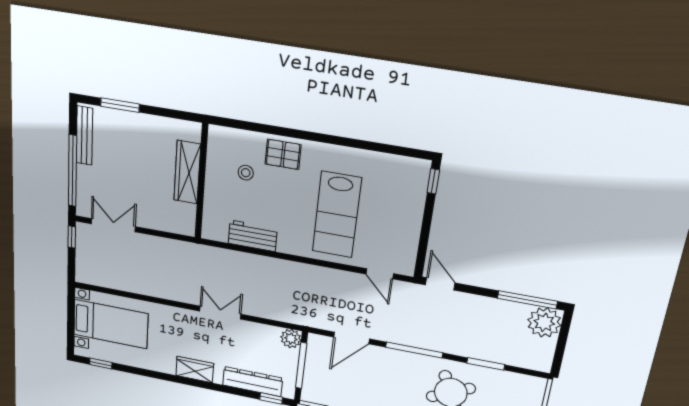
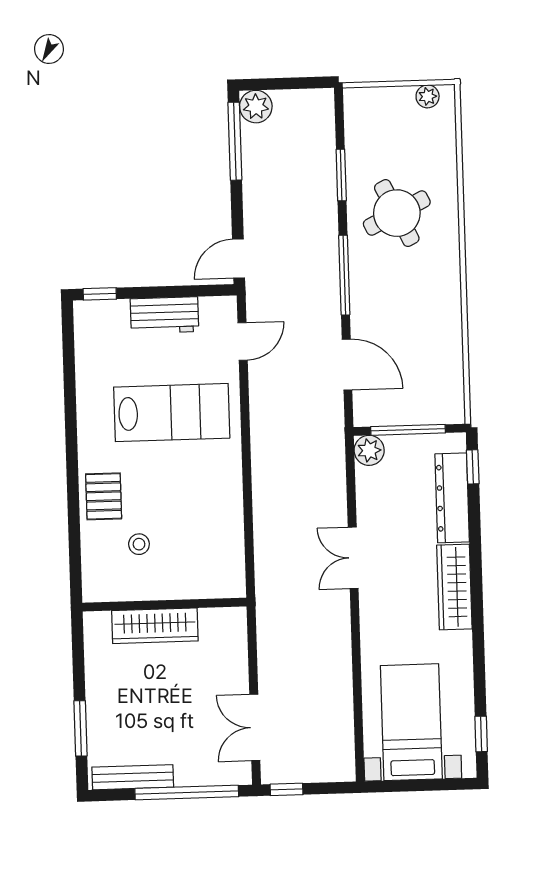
workbench: (253, 236) -> (164, 315), moved, turned -90
plant: (544, 322) -> (256, 107), width x0.73, depth x0.73
wardrobe: (195, 370) -> (454, 587), width x1.50

